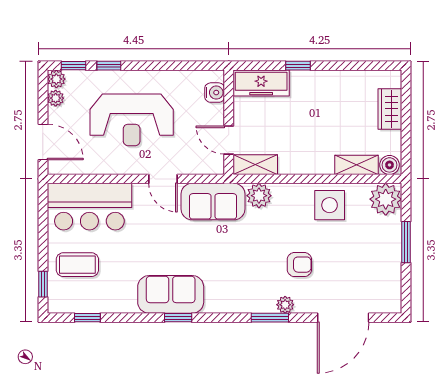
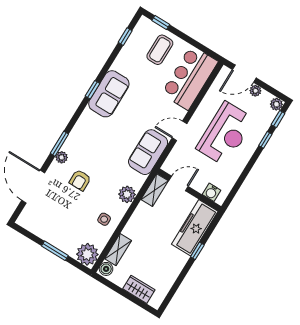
freezer: (261, 83) -> (195, 228), width x1.36, depth x1.26
plant: (56, 98) -> (255, 91), moved
reception desk: (132, 120) -> (225, 134), turned 180
plant: (259, 196) -> (127, 194), moved
side table: (330, 205) -> (104, 219), width x0.54, depth x0.54

